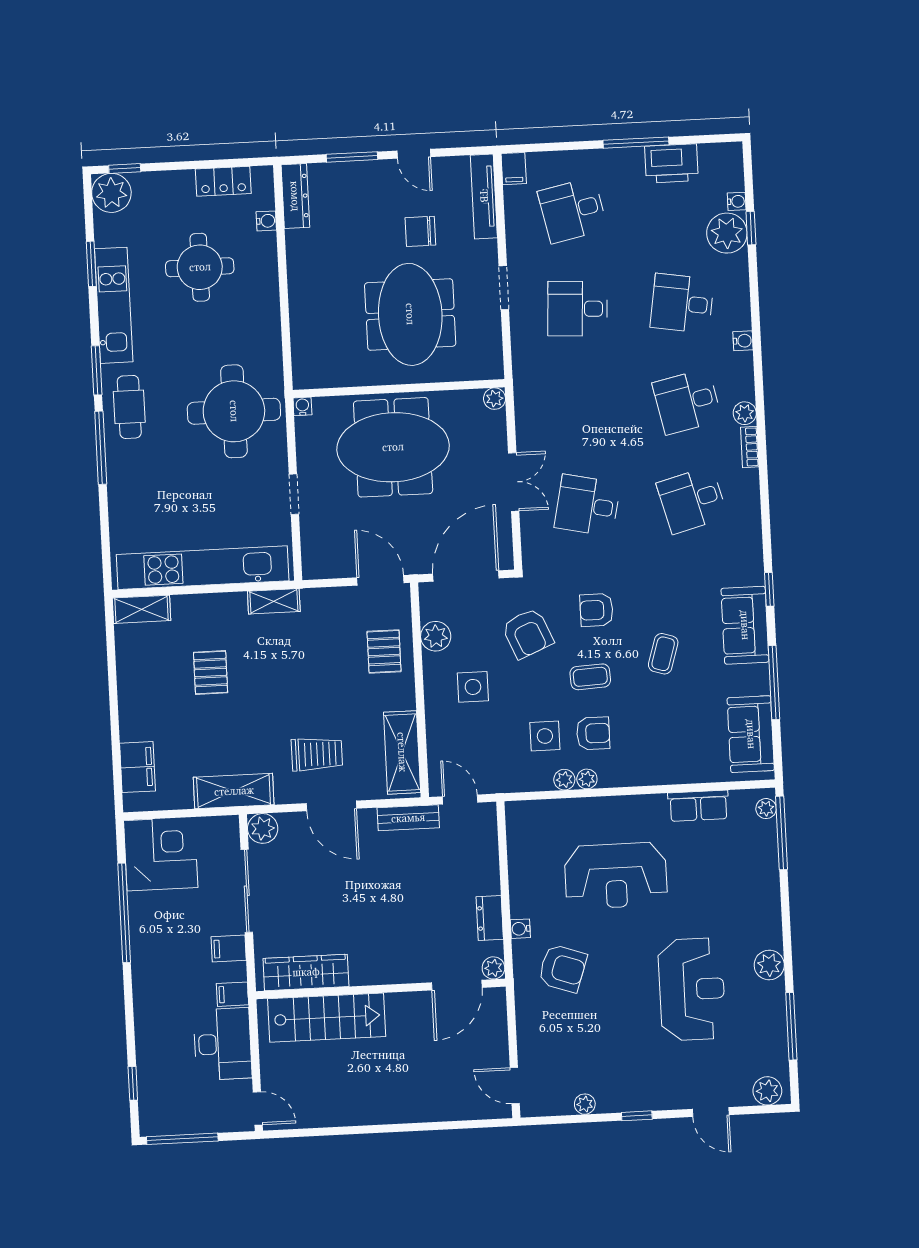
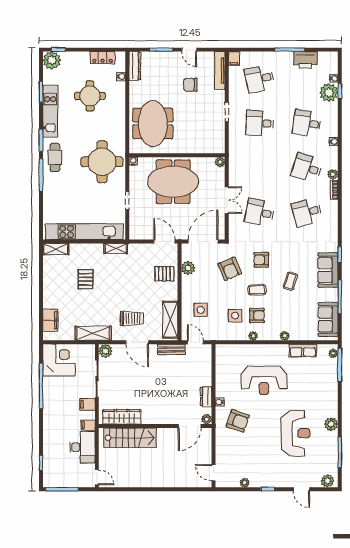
meeting table: (410, 314) -> (153, 123), moved
desk: (687, 402) -> (307, 168), turned 30
pallet: (384, 651) -> (164, 274), turned 90
side table: (473, 687) -> (201, 310), moved
plant: (564, 780) -> (285, 336), moved

